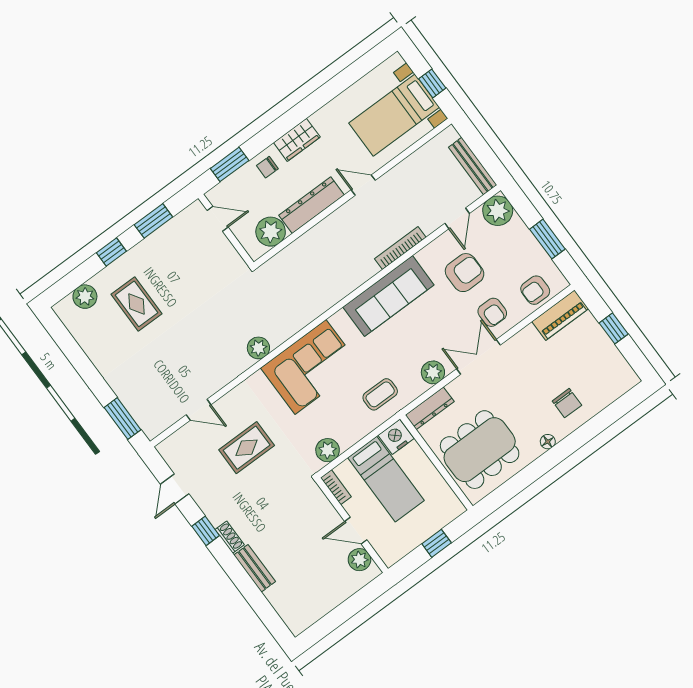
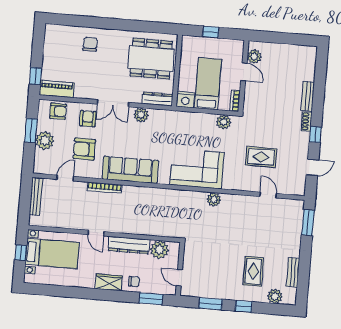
plant: (498, 211) -> (45, 141), moved
window: (614, 328) -> (35, 76), moved
bench: (88, 344) -> (293, 272), added
coffee table: (380, 394) -> (175, 126), removed
floor lamp: (548, 442) -> (115, 34), removed

